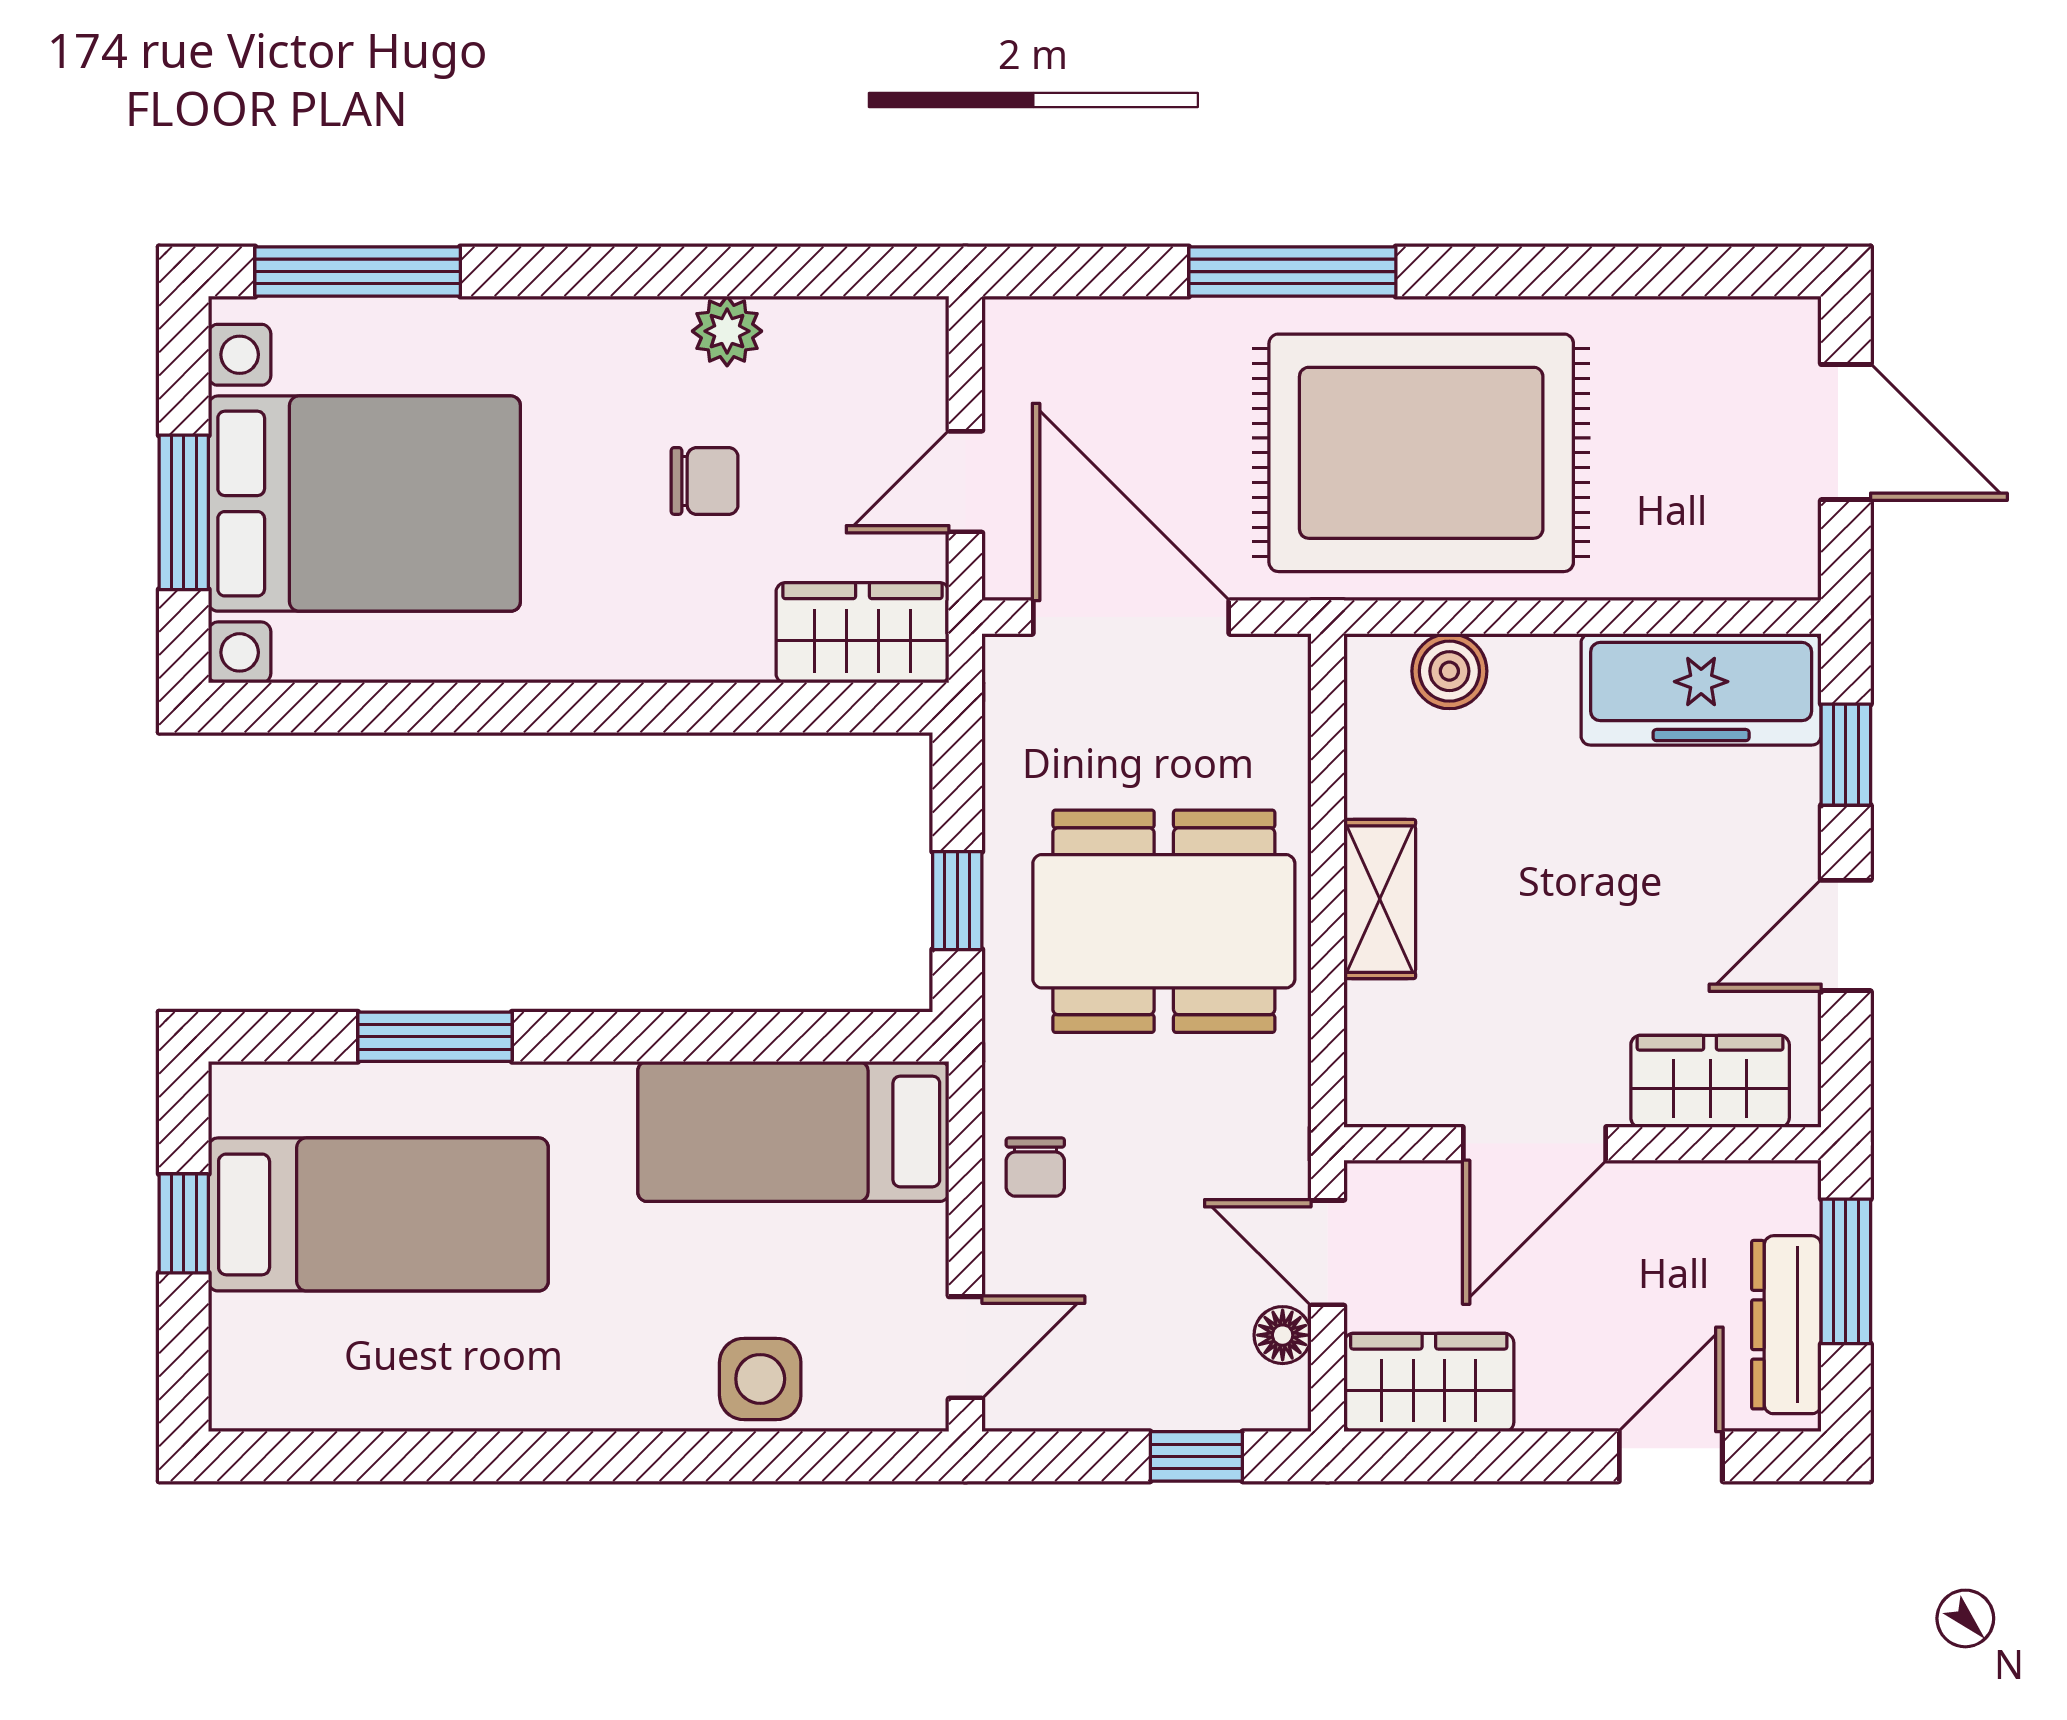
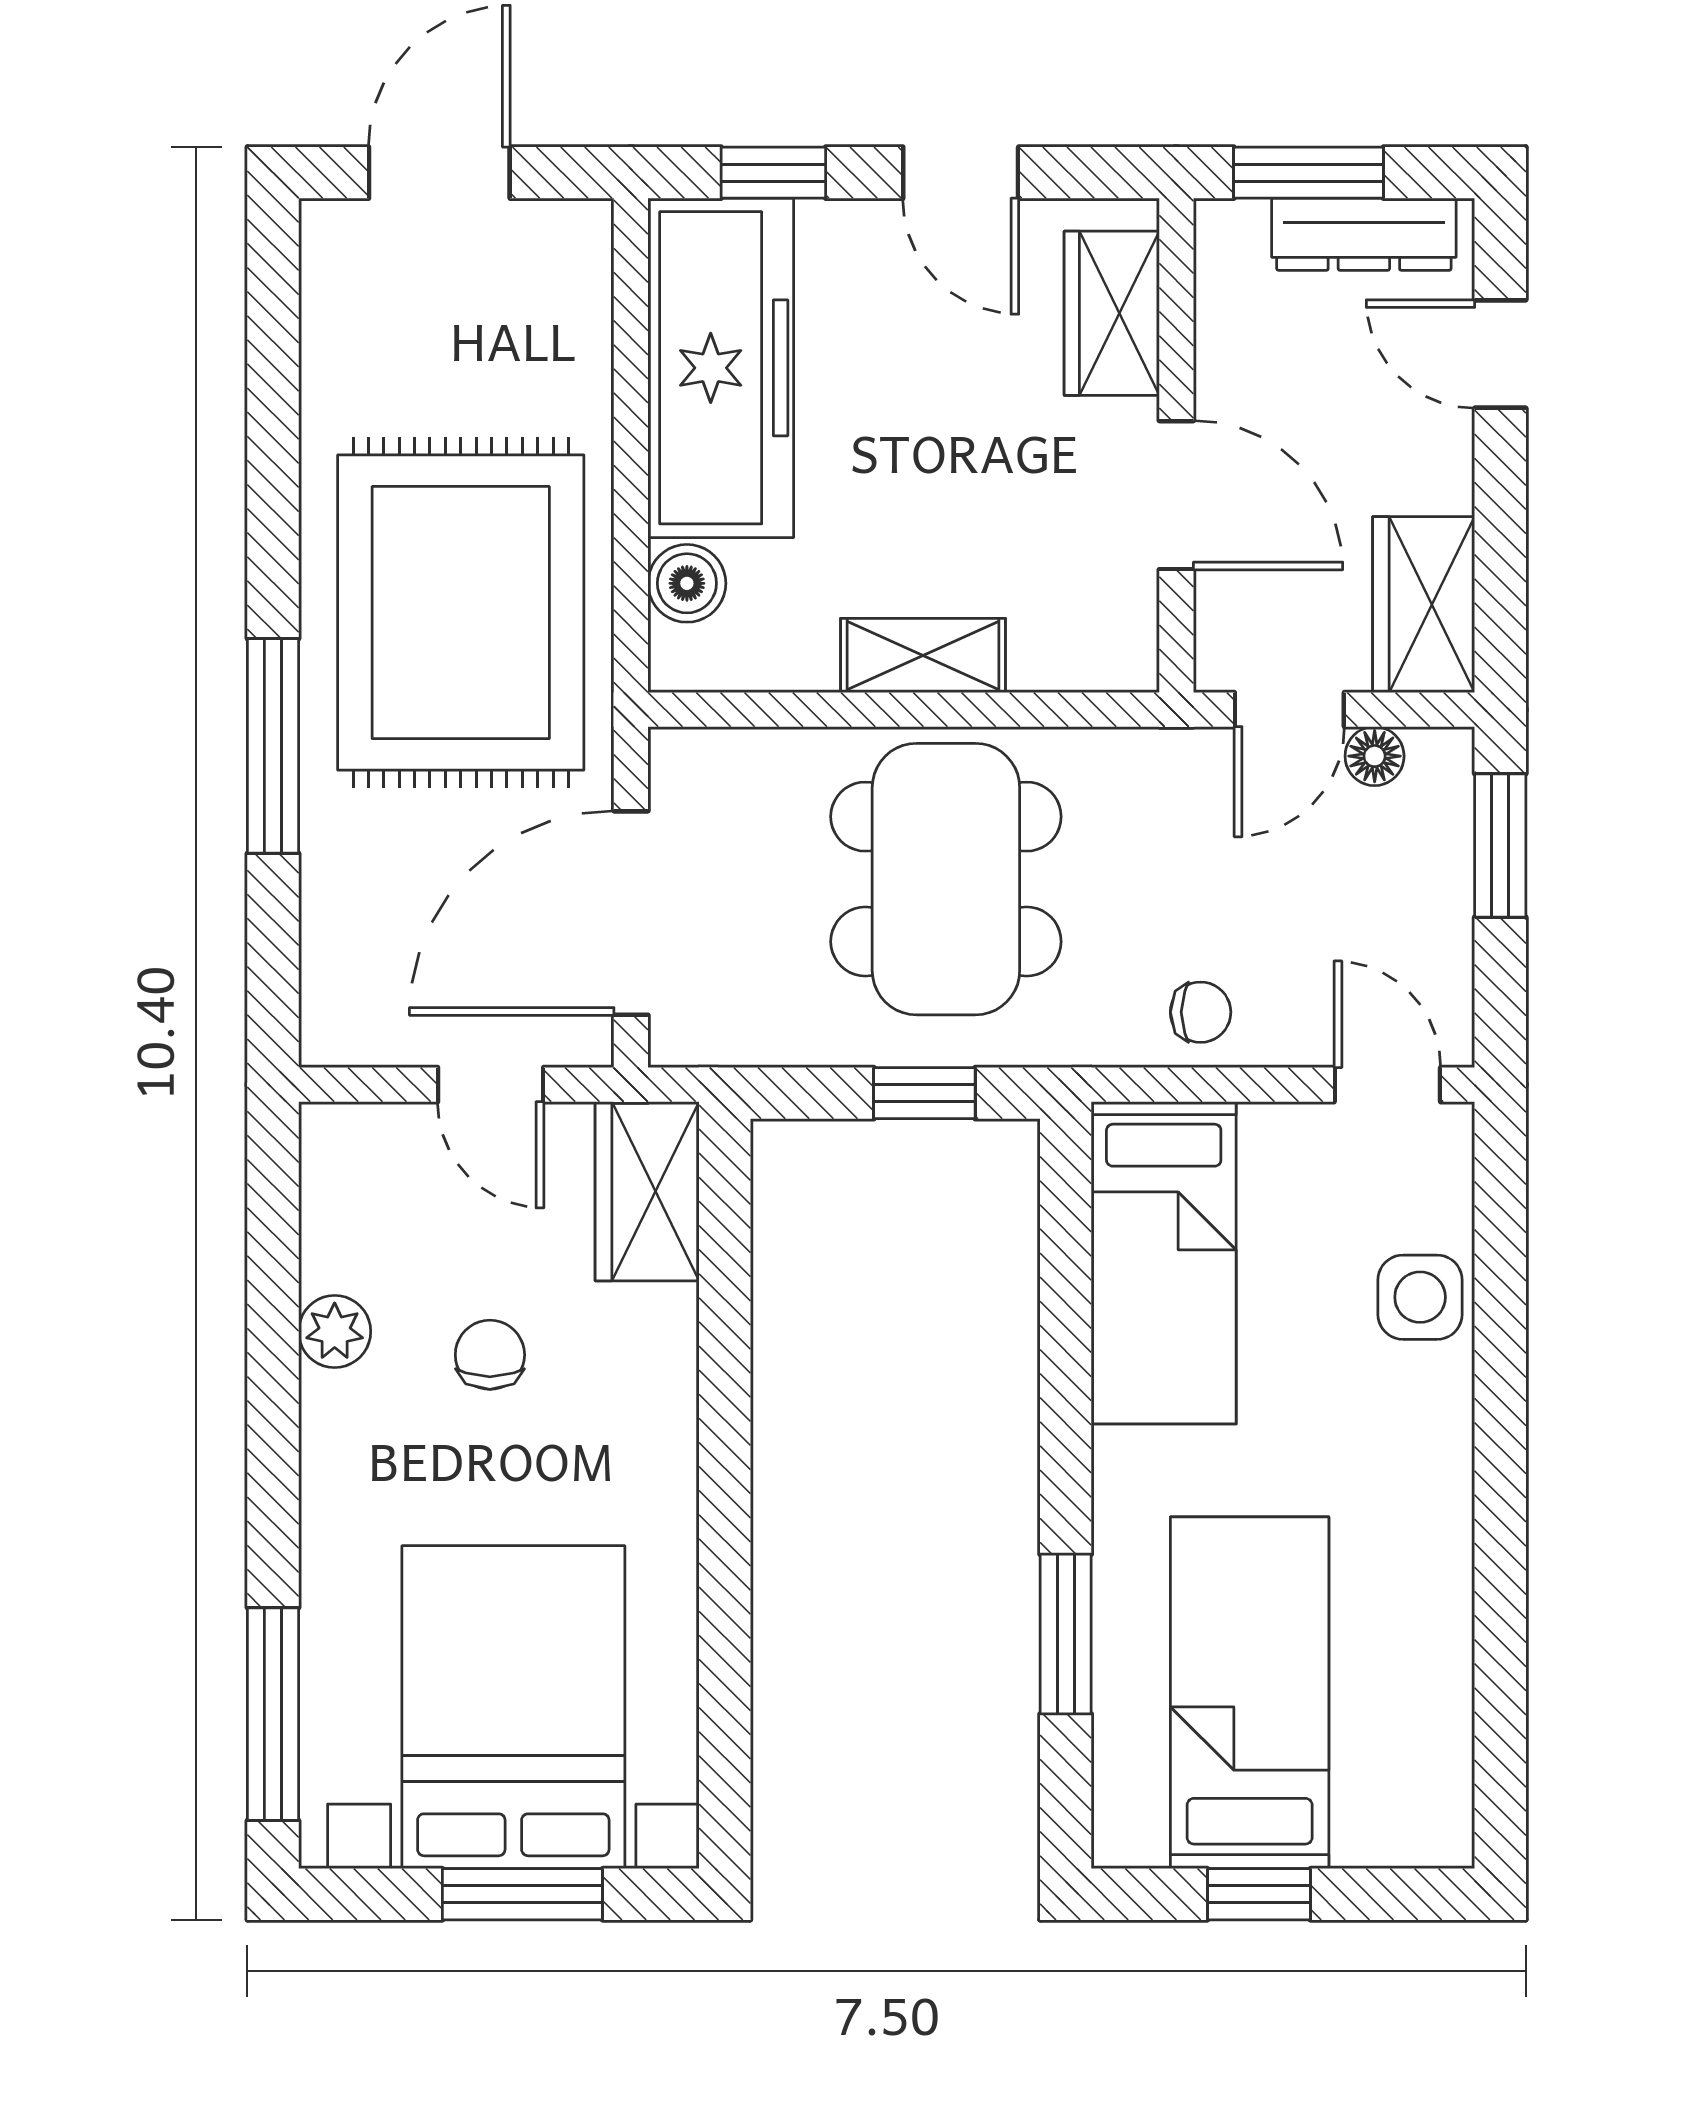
freezer: (1701, 689) -> (721, 368), width x1.36, depth x1.26
window: (1196, 1456) -> (1500, 845), width x1.50

